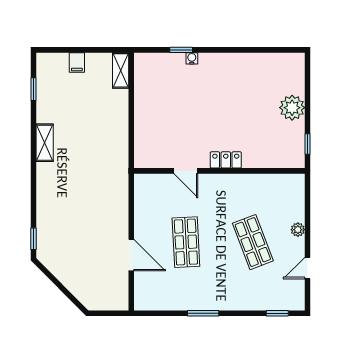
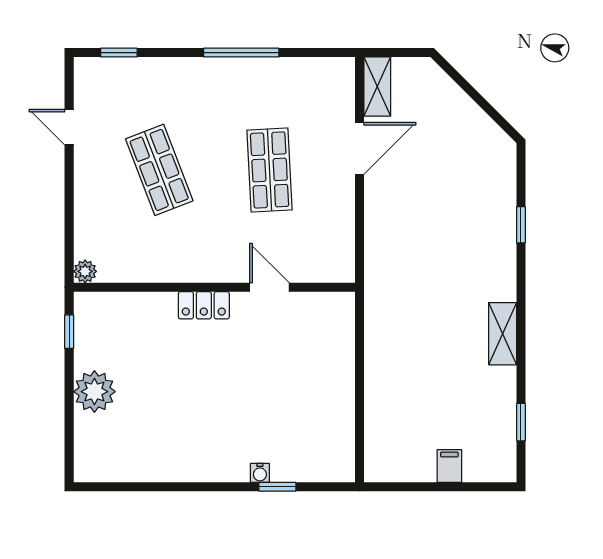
shelving: (121, 70) -> (377, 87), moved
plant: (298, 230) -> (85, 271), moved
window: (33, 239) -> (521, 225), moved
door: (131, 255) -> (360, 148), swing flipped
door: (307, 268) -> (69, 127), swing flipped
window: (203, 313) -> (241, 53), width x1.44

